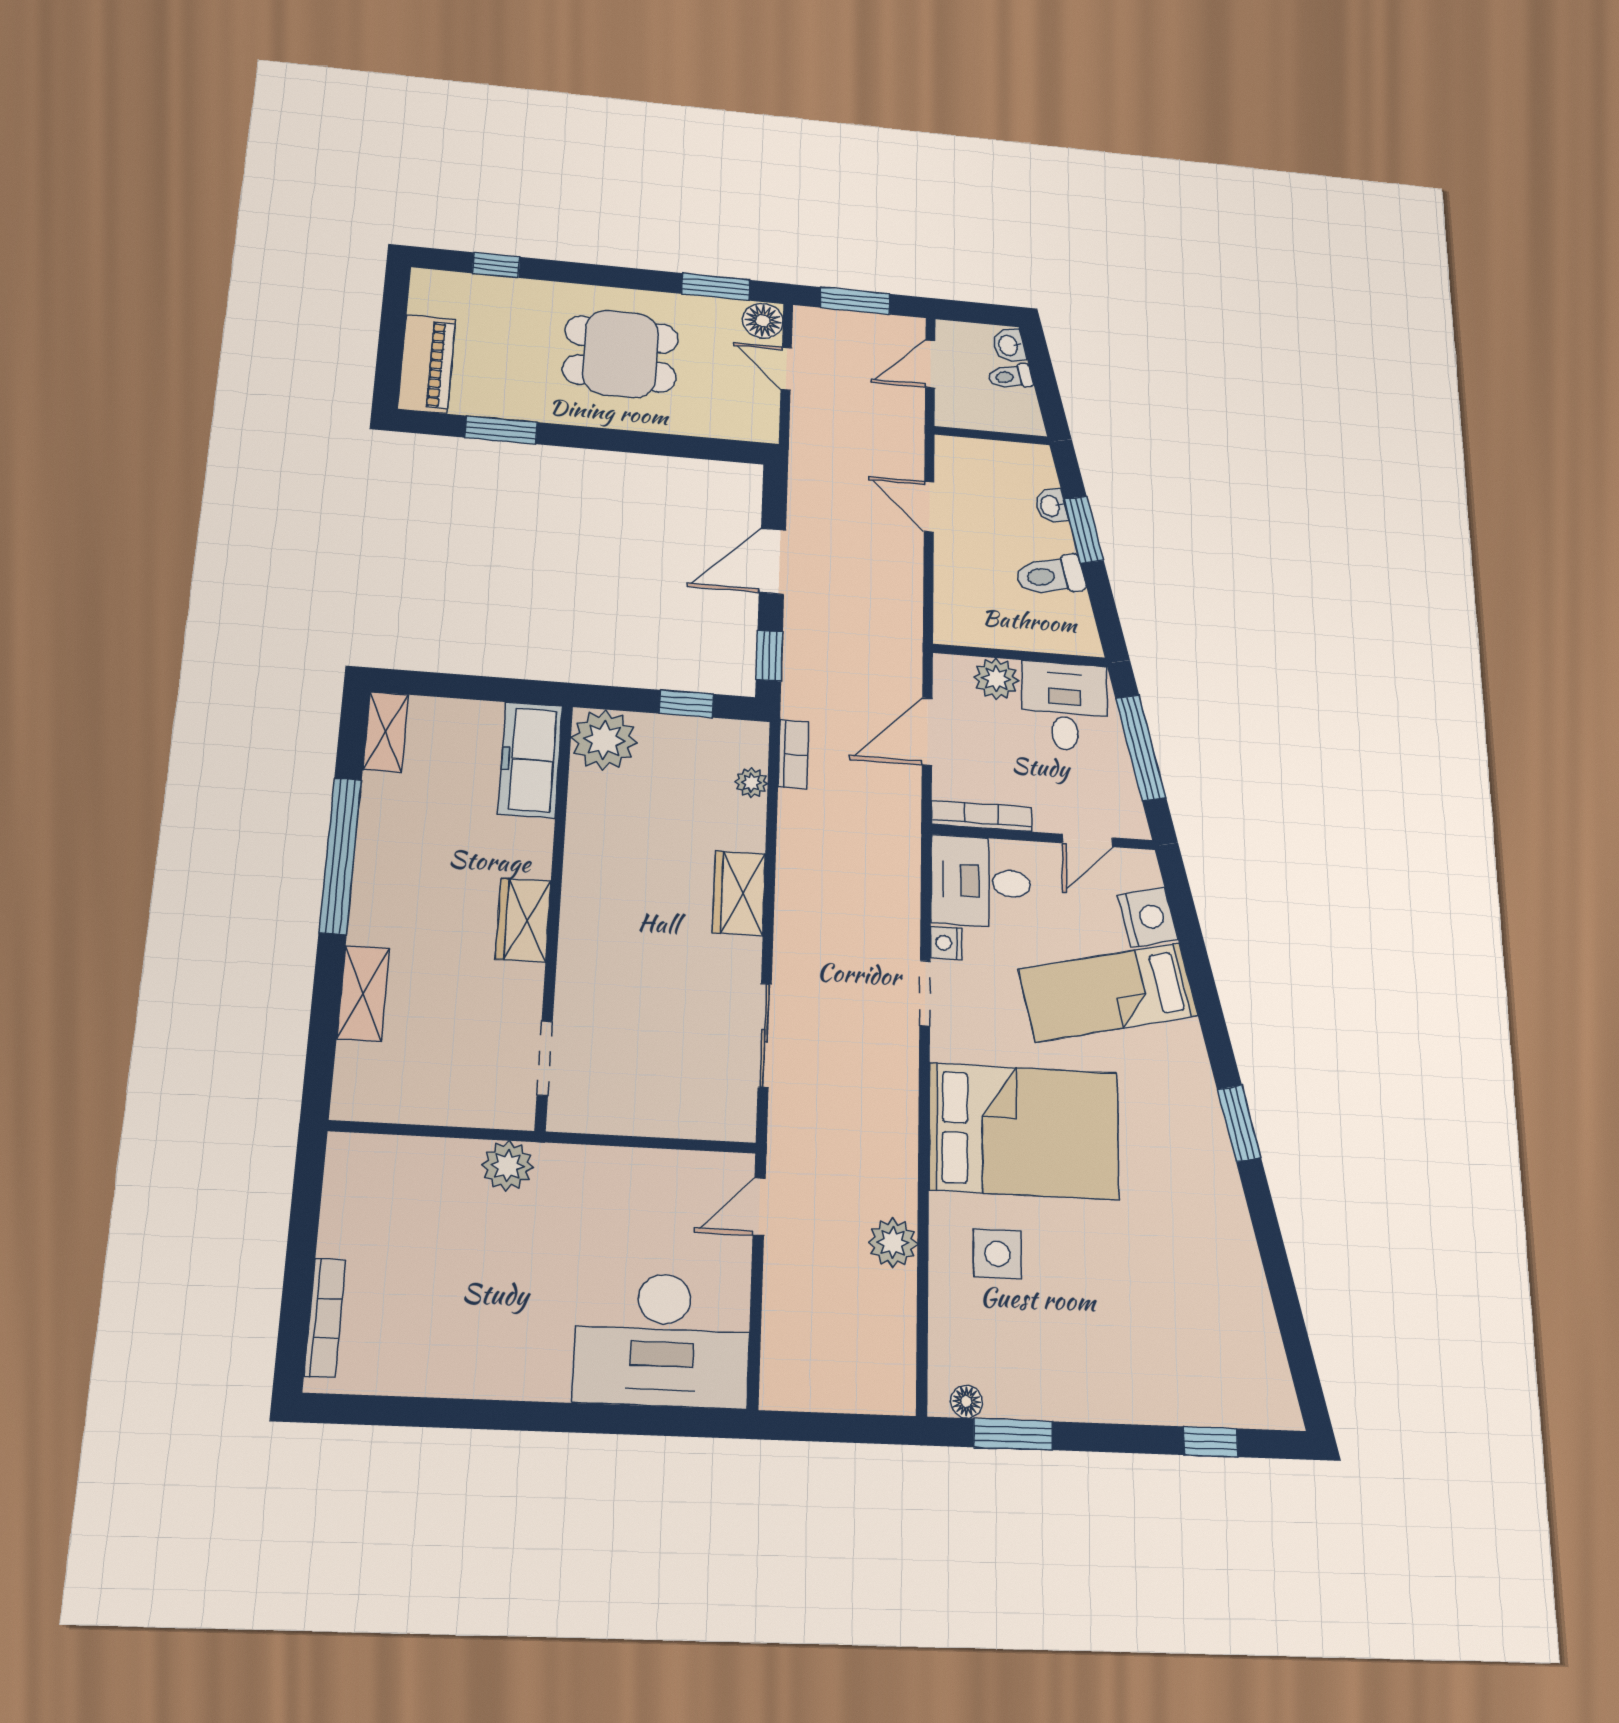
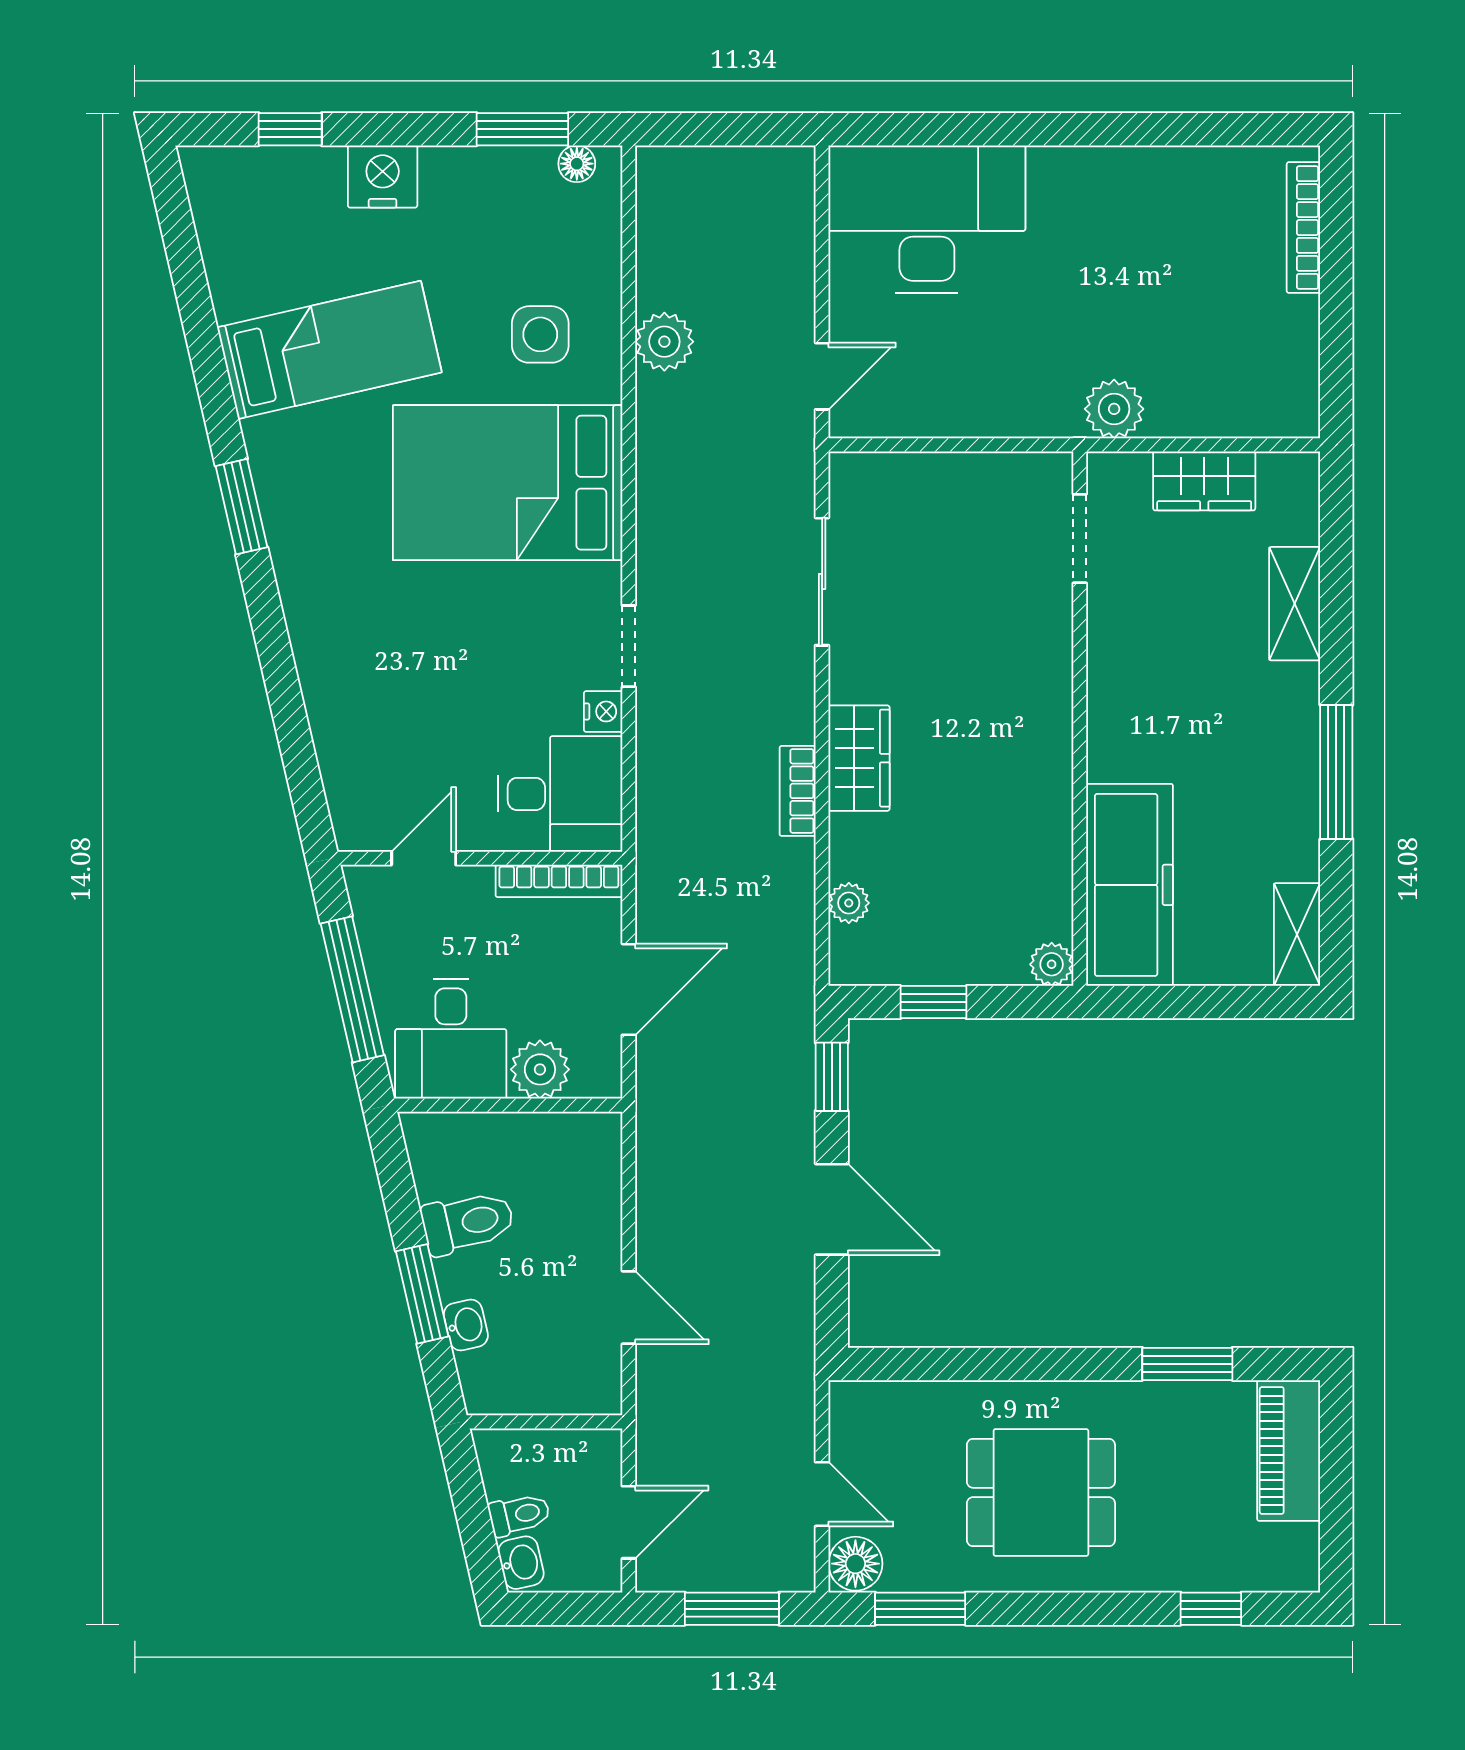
door: (772, 561) -> (832, 1209), hinge flipped
plant: (604, 740) -> (1052, 964), width x0.53, depth x0.53
bookcase: (793, 754) -> (798, 791), moved
freezer: (530, 760) -> (1130, 885), width x1.36, depth x1.26
window: (340, 855) -> (1336, 772), width x0.68
nightstand: (1148, 917) -> (383, 176), moved, turned 103
wardrobe: (523, 920) -> (1204, 481), moved, turned 90
bed: (1108, 992) -> (329, 350), moved

